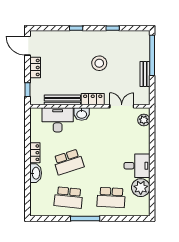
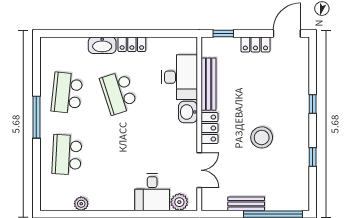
desk: (137, 166) -> (152, 192), moved
plant: (141, 188) -> (81, 204), width x0.53, depth x0.53

